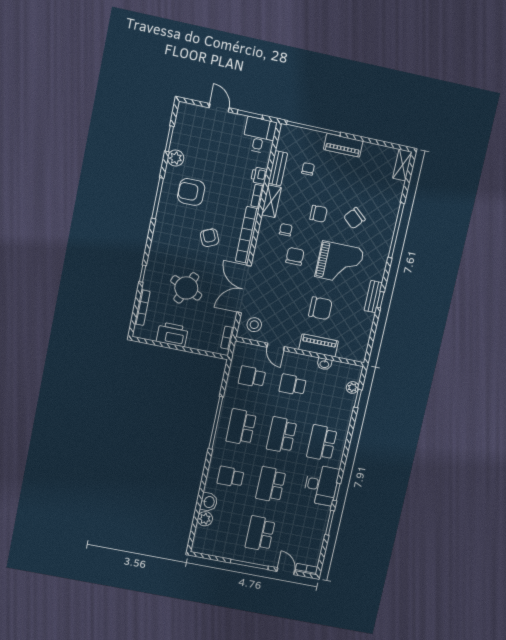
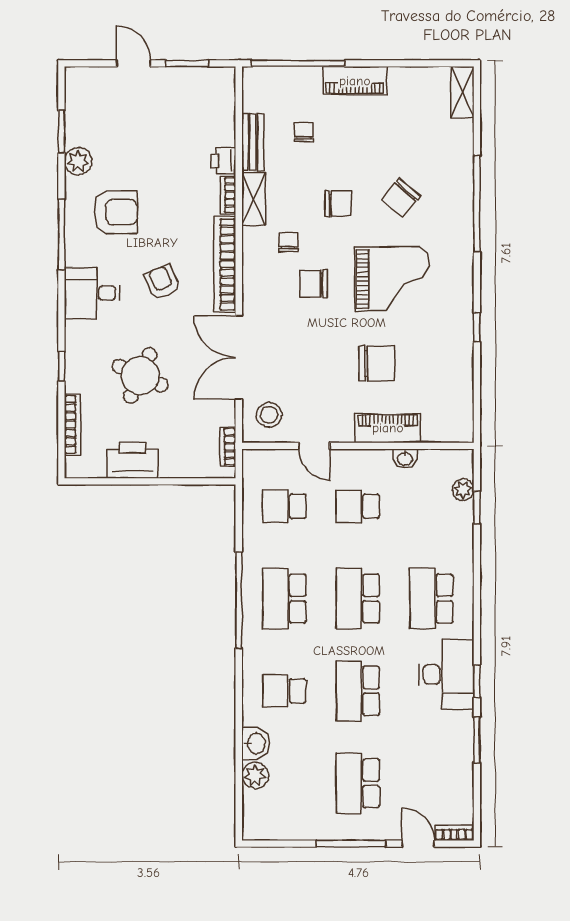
desk: (259, 135) -> (92, 293), moved, turned -90
armchair: (191, 192) -> (115, 212), turned 180
chair: (295, 256) -> (314, 284), turned -90
bench: (373, 297) -> (463, 325), removed

